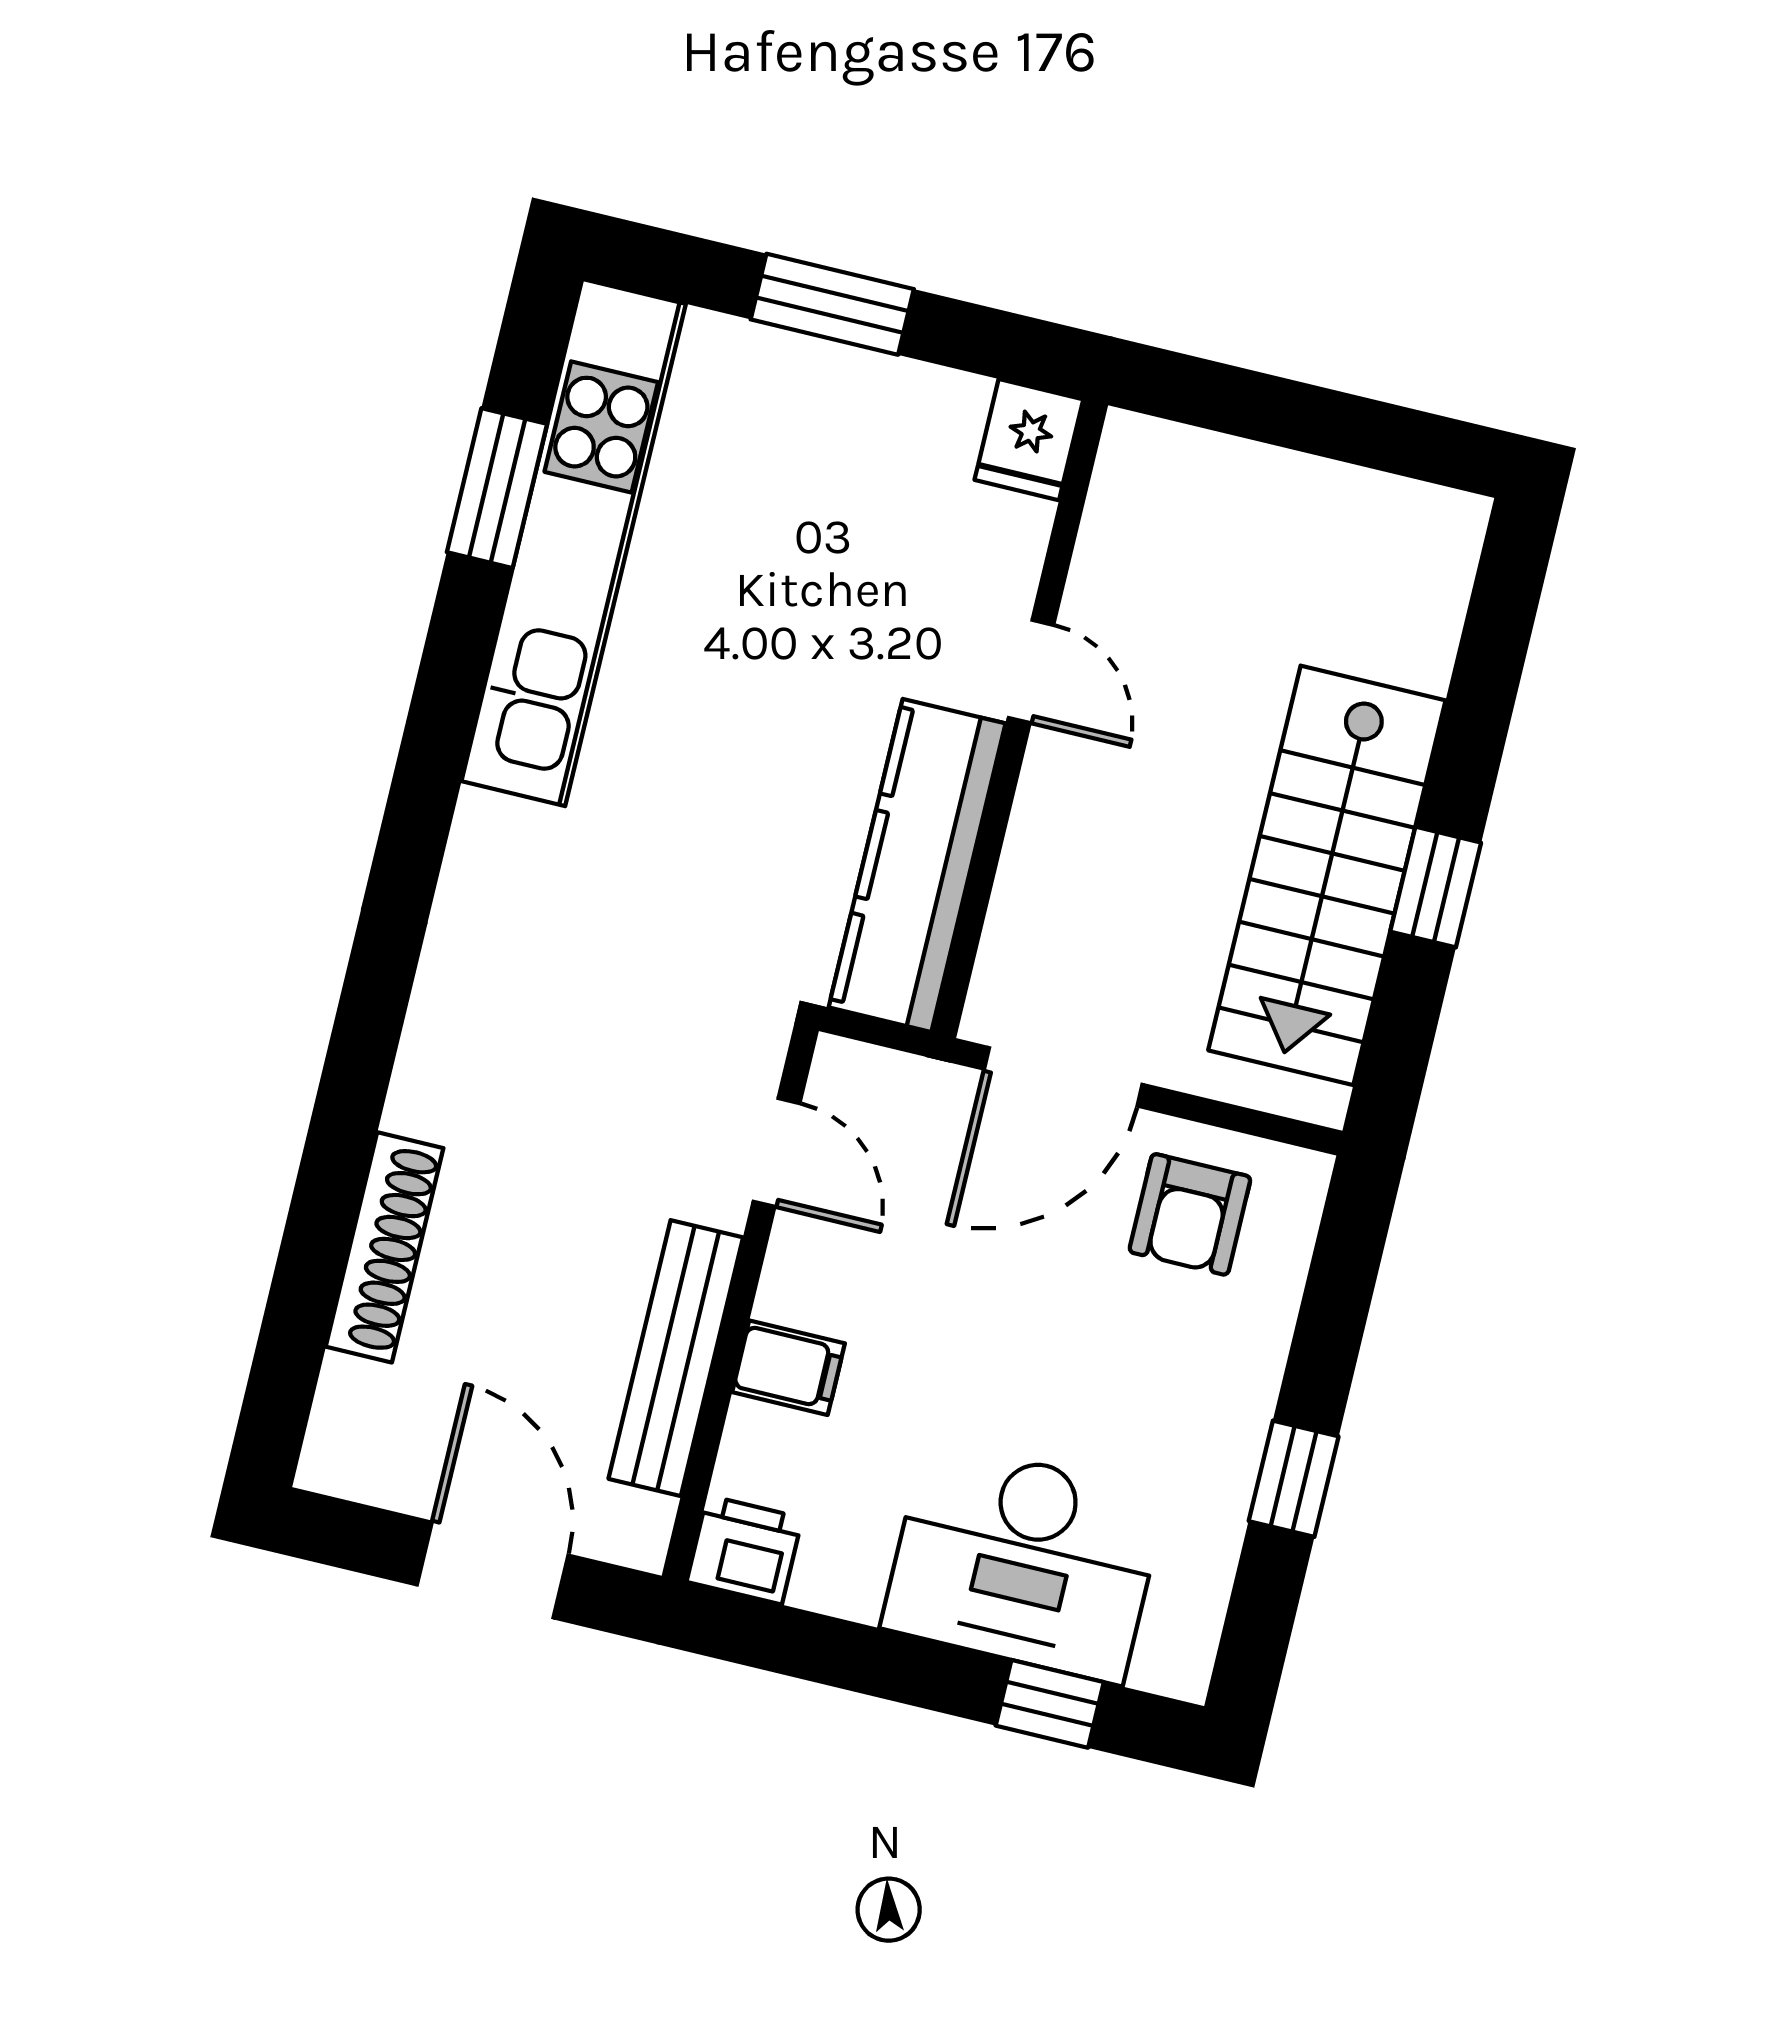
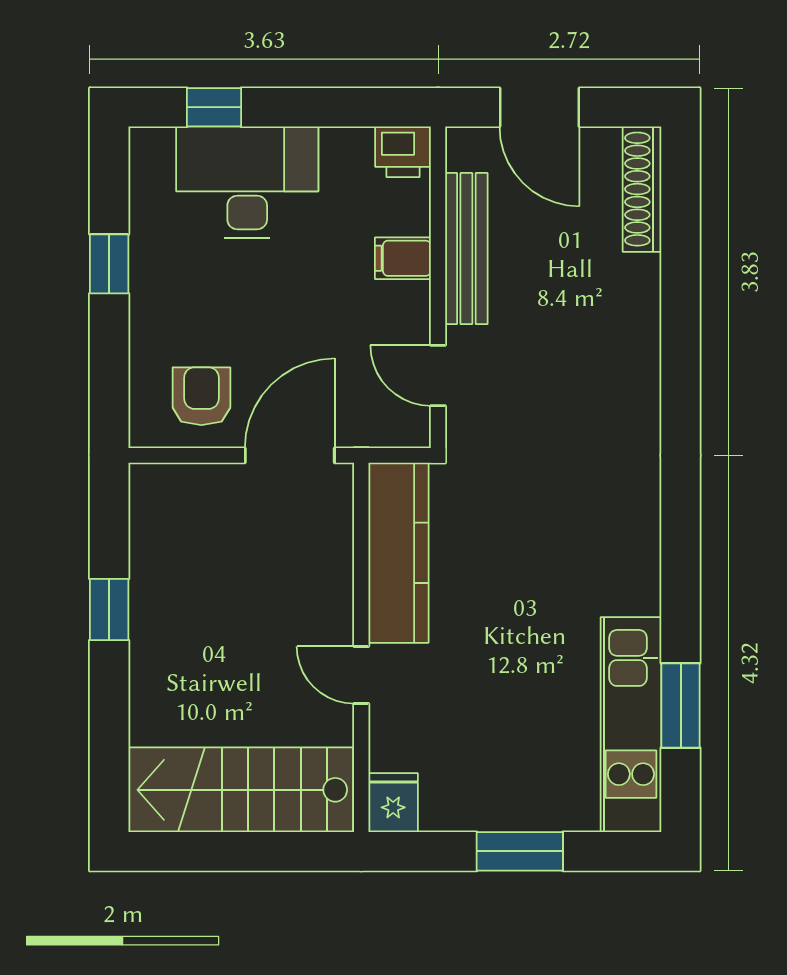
kitchen unit: (574, 543) -> (631, 725), width x0.73
stairs: (1327, 875) -> (241, 790), moved, turned -90
shoe rack: (385, 1247) -> (642, 189), moved

